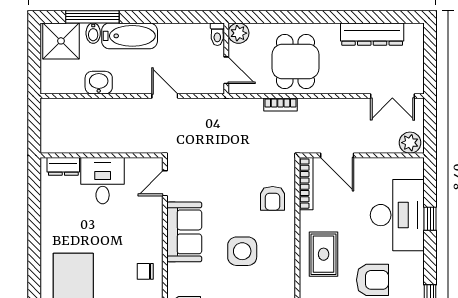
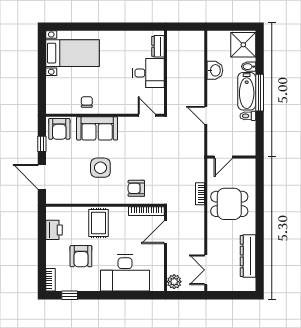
window: (92, 17) -> (260, 93), moved
plant: (239, 33) -> (249, 165), removed
toilet: (217, 34) -> (248, 116), moved
door: (165, 96) -> (206, 115), swing flipped
window: (430, 219) -> (122, 295), removed
sofa: (184, 232) -> (97, 128), moved
rug: (324, 254) -> (98, 223), turned 90

